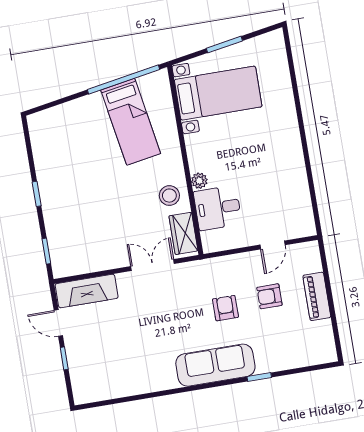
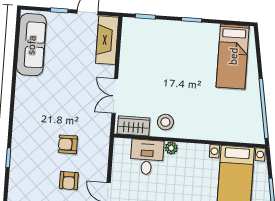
bed: (131, 122) -> (233, 56), moved, turned -80
double door: (153, 265) -> (115, 96), swing flipped
armchair: (269, 296) -> (69, 181), turned 180
armchair: (225, 308) -> (68, 144), turned 180
sofa: (215, 365) -> (31, 45), moved

